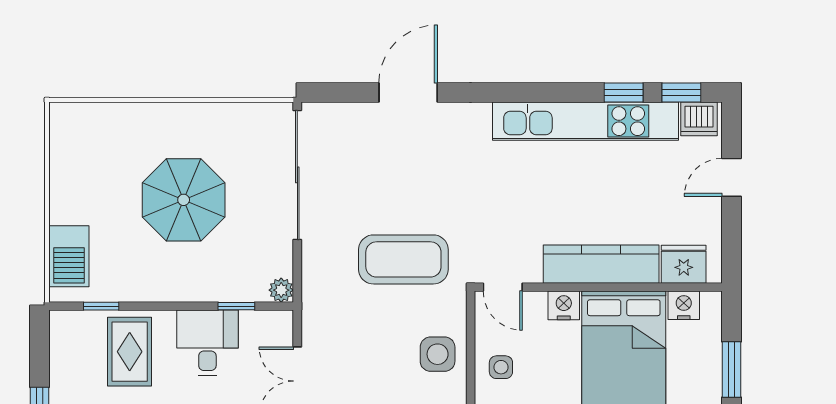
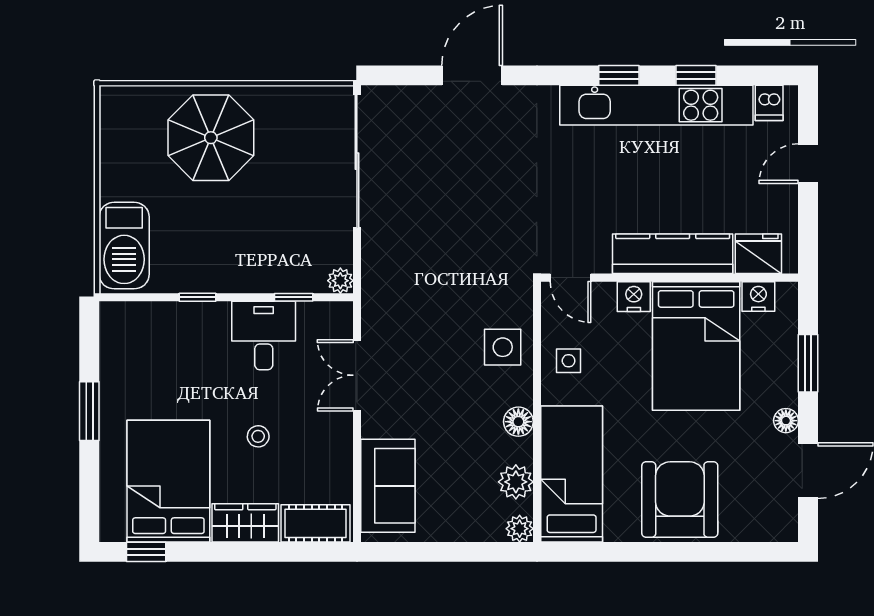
window: (681, 92) -> (619, 75), moved
dishwasher: (699, 119) -> (769, 103), width x0.73
parasol: (184, 200) -> (211, 138), moved
barbecue: (69, 256) -> (124, 246), width x1.37, depth x1.21
coffee table: (403, 259) -> (467, 249), removed
window: (101, 306) -> (198, 297), moved
rug: (130, 352) -> (183, 345), removed

